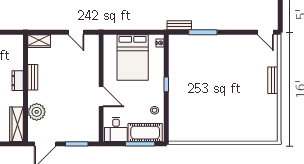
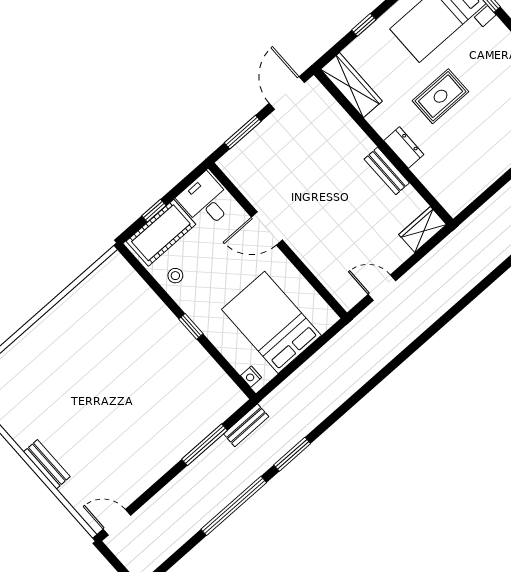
plant: (37, 112) -> (338, 127), removed
window: (140, 144) -> (154, 211), width x0.46

